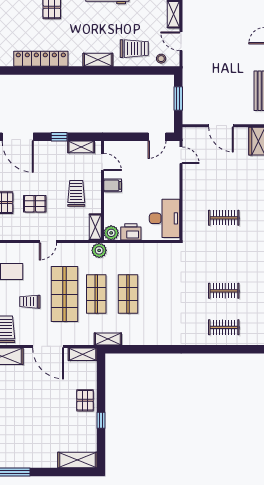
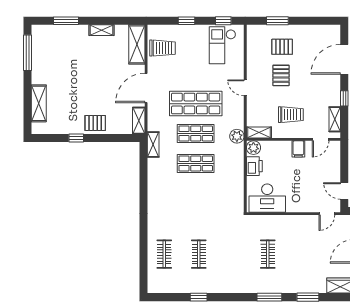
trolley: (30, 302) -> (188, 71), removed
shelving: (77, 460) -> (39, 103), moved

